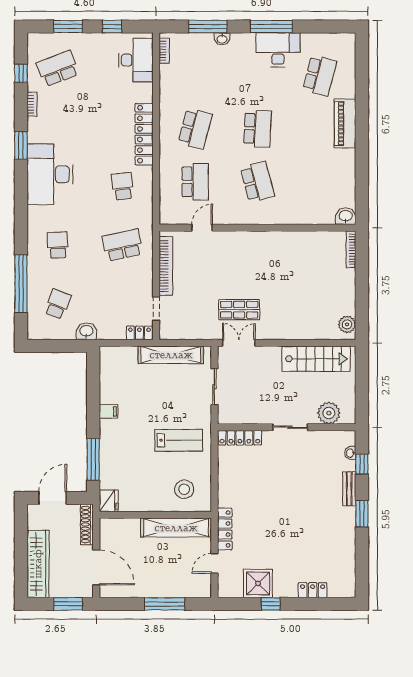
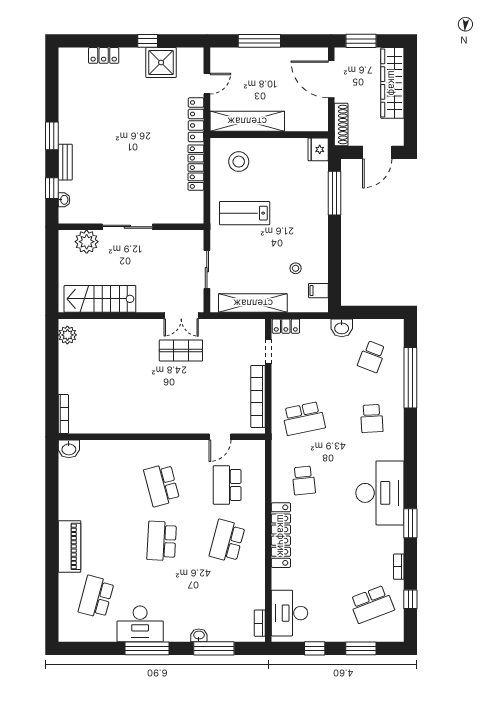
stool: (130, 388) -> (296, 268), added
filing cabinet: (108, 411) -> (318, 291), moved
sliding door: (290, 427) -> (127, 227), width x1.37
locker: (240, 438) -> (196, 168), moved, turned -90

